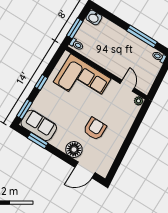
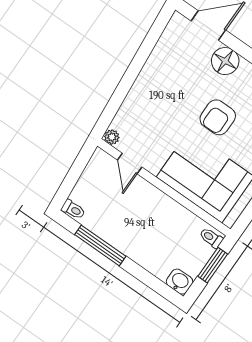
armchair: (95, 129) -> (218, 117), moved

